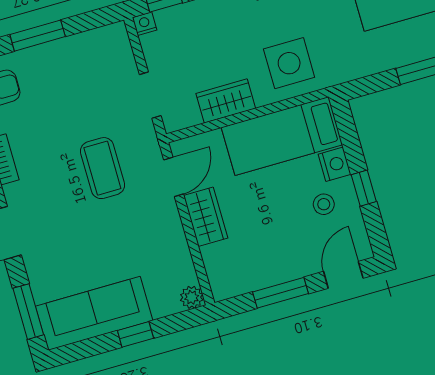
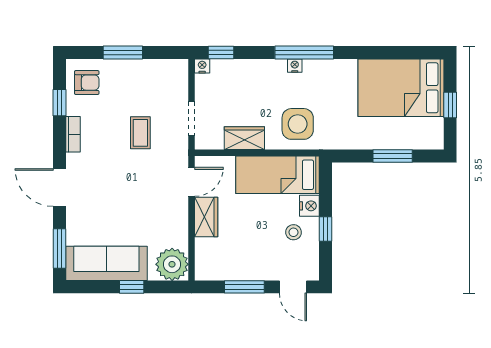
coffee table: (102, 168) -> (140, 133), moved, width x0.73, depth x0.77
door: (343, 275) -> (293, 287), swing flipped
plant: (192, 297) -> (172, 264), width x1.87, depth x1.87

